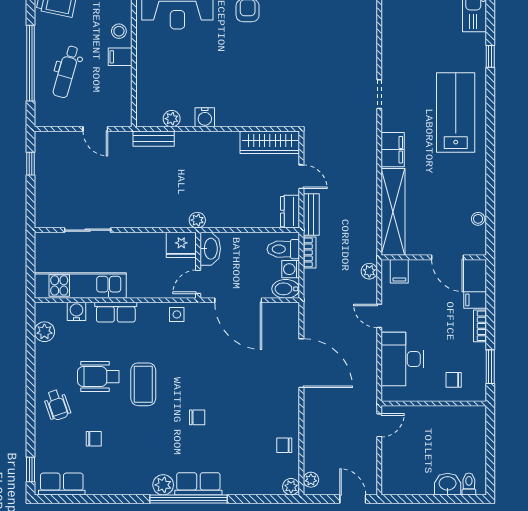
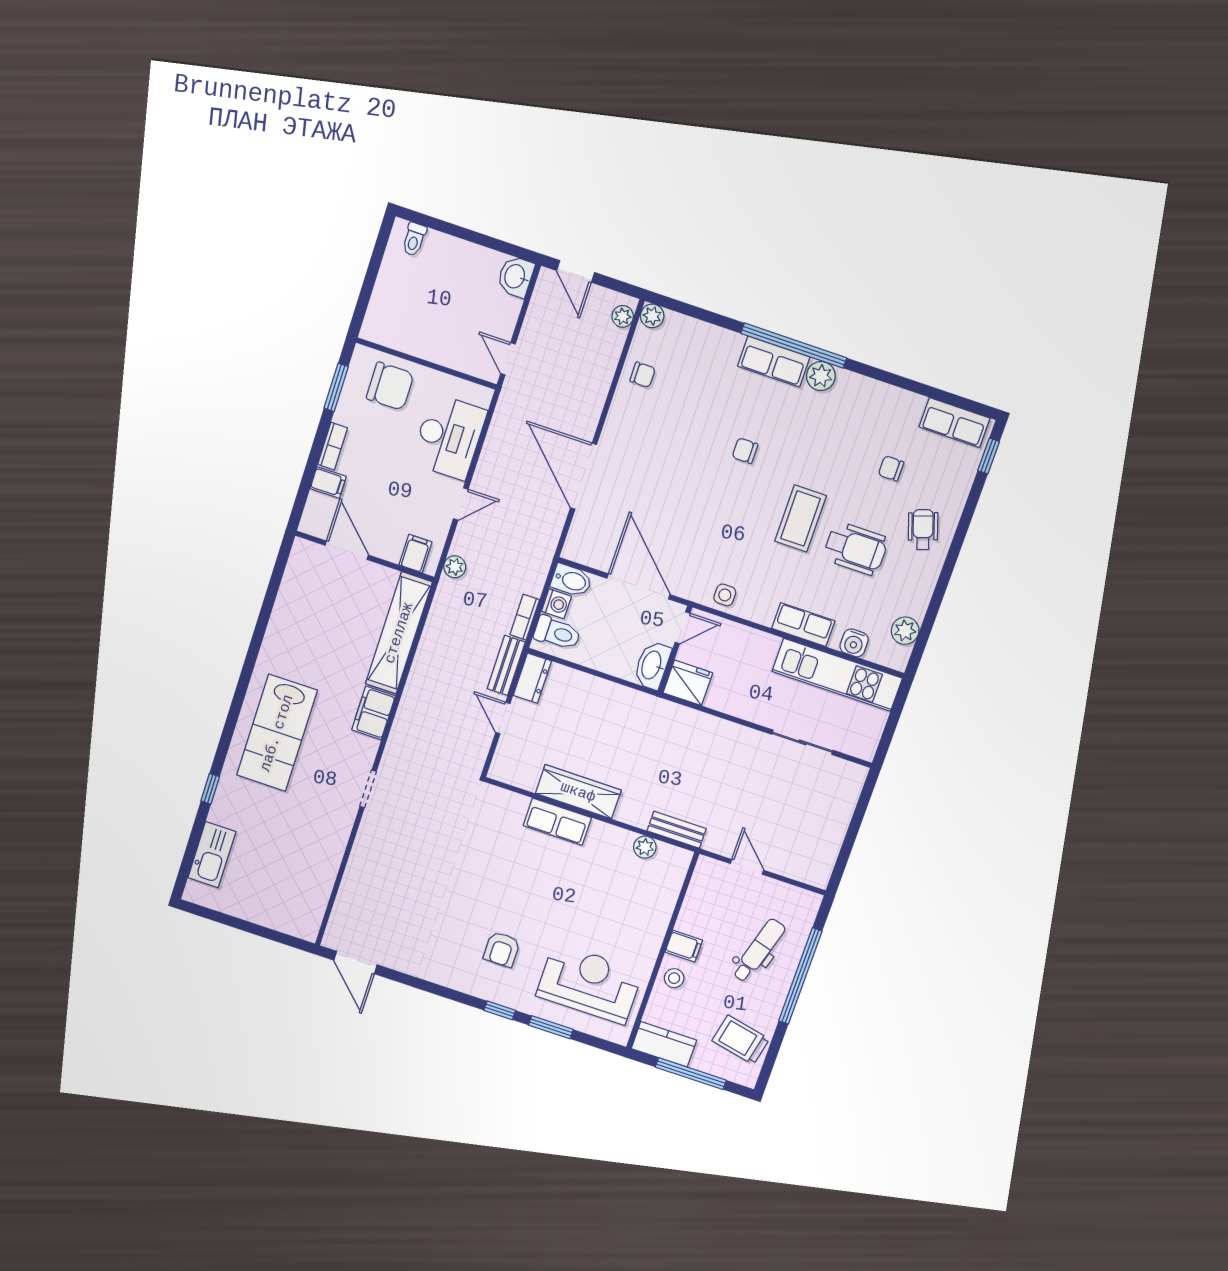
row of seats: (239, 116) -> (557, 822), added
water cooler: (205, 117) -> (602, 835), removed
wardrobe: (270, 142) -> (578, 792), moved
window: (31, 164) -> (846, 851), removed
stool: (478, 219) -> (291, 587), removed
plant: (197, 220) -> (656, 707), removed
door: (379, 316) -> (461, 504), hinge flipped
chair: (454, 380) -> (390, 386), width x1.87, depth x1.87
door: (379, 425) -> (508, 359), hinge flipped
washbasin: (448, 484) -> (516, 277), moved, turned 90

